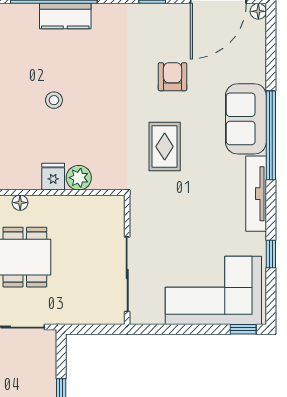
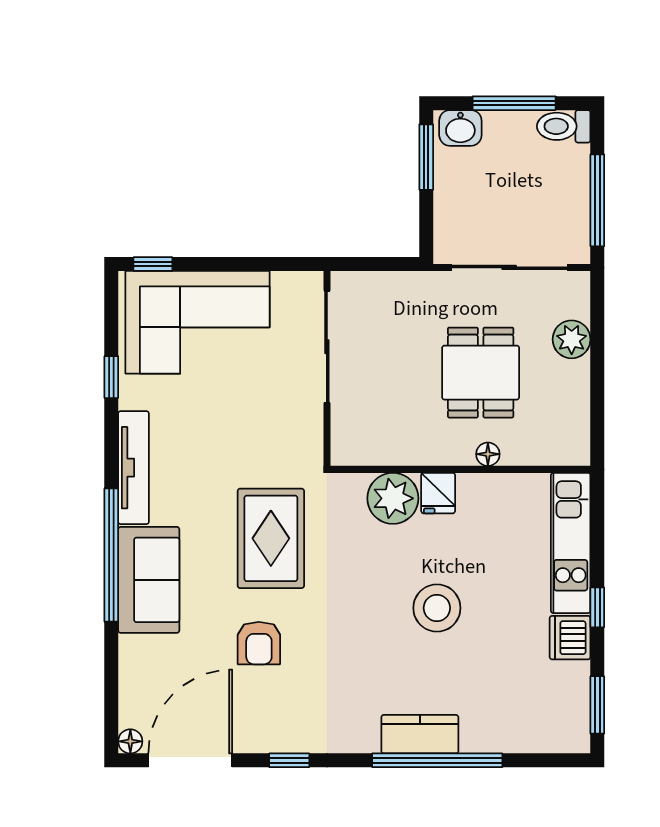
stool: (54, 100) -> (437, 608), width x1.89, depth x1.89
rug: (165, 147) -> (271, 538), width x1.36, depth x1.43
plant: (79, 178) -> (393, 498), width x1.36, depth x1.36

